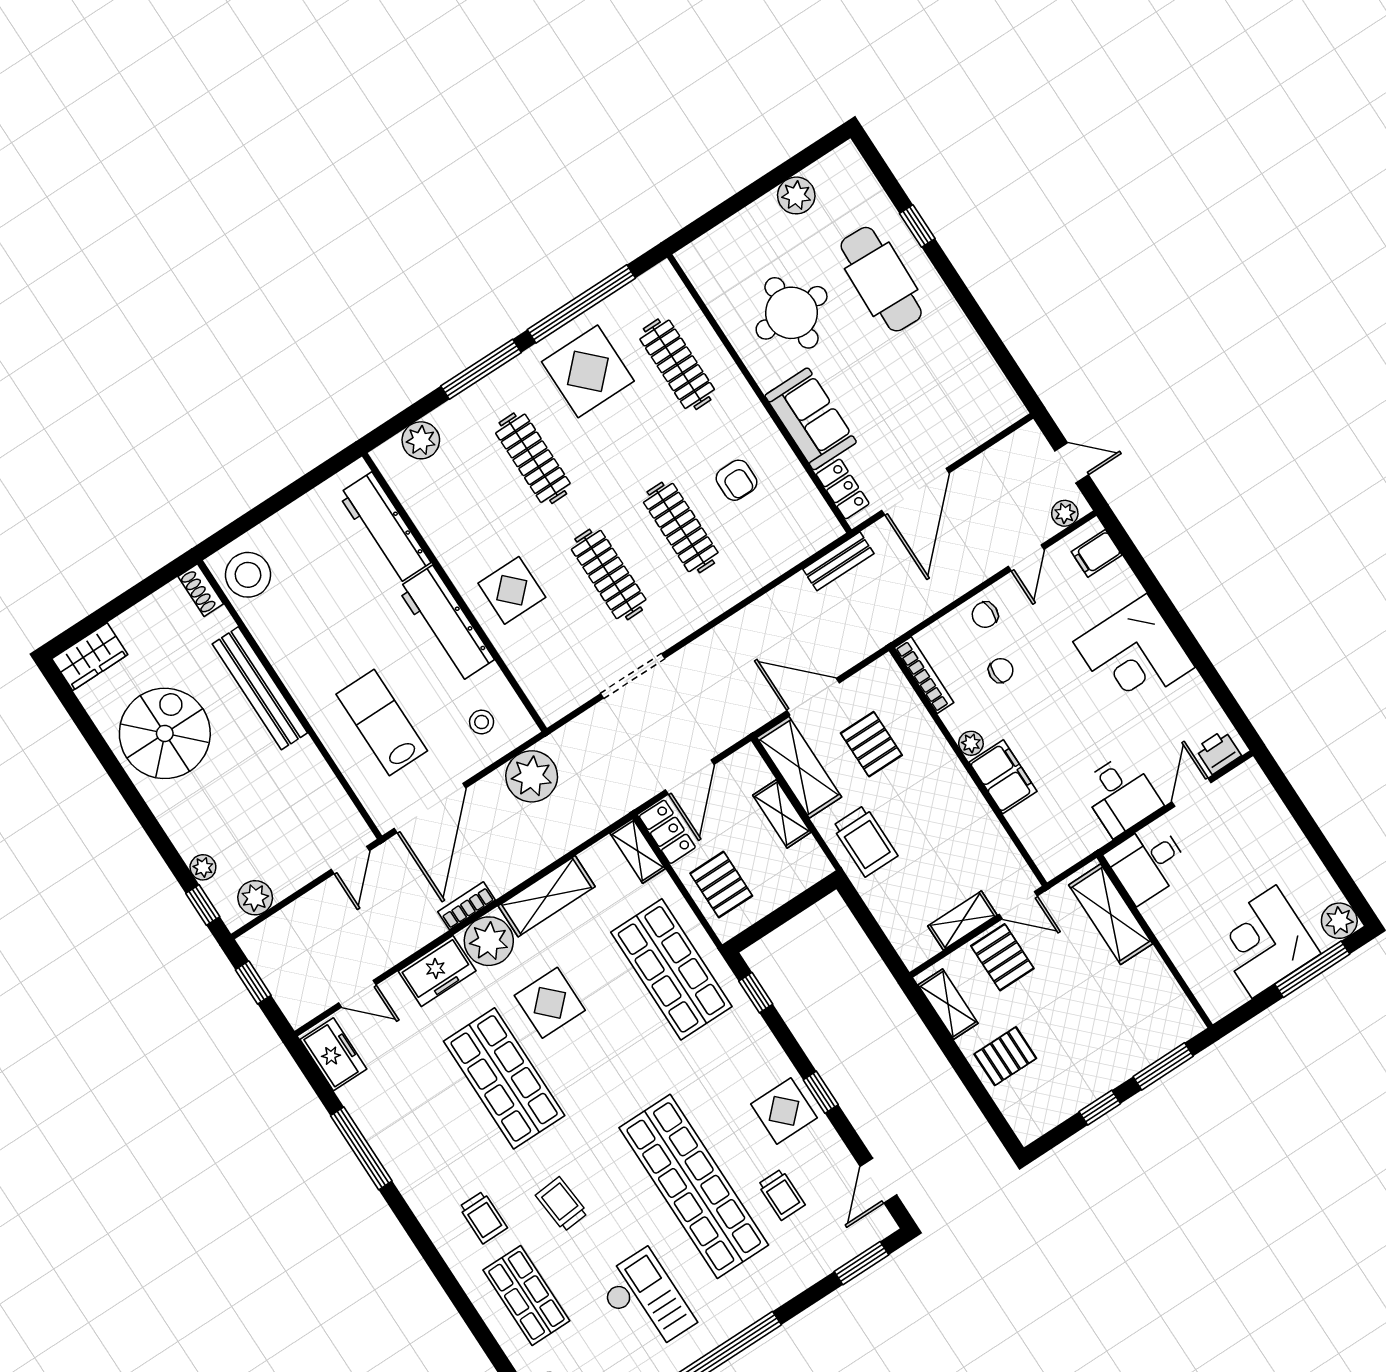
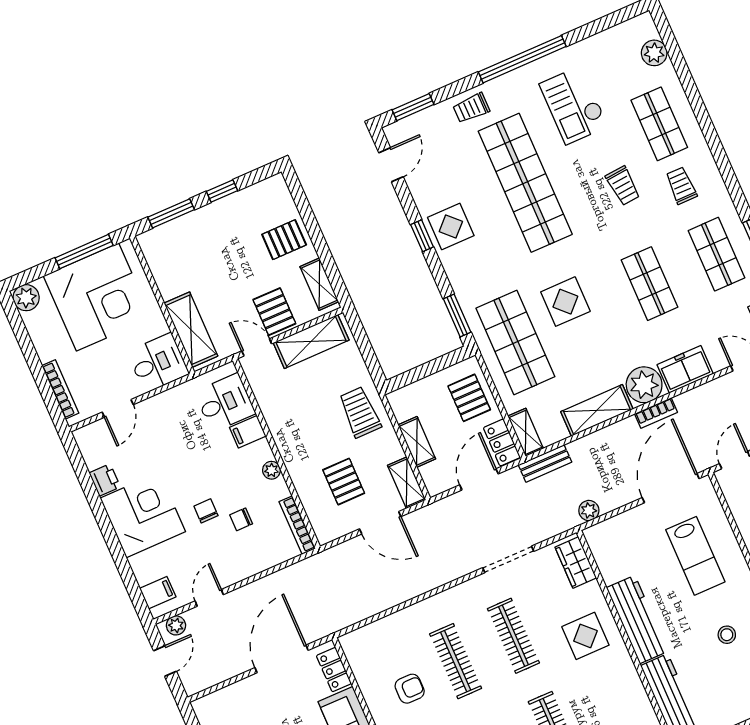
door: (1072, 463) -> (165, 661), swing flipped
armchair: (736, 480) -> (410, 689), turned 90
bench: (838, 561) -> (545, 463), moved
chair: (985, 615) -> (206, 511), moved, turned -90
wardrobe: (541, 687) -> (576, 563), added
stool: (482, 722) -> (727, 635), moved
printer: (1218, 752) -> (105, 480), moved, turned -90
shelving: (799, 767) -> (407, 483), width x0.67, depth x0.75
plant: (532, 776) -> (589, 510), width x0.53, depth x0.53
filing cabinet: (1003, 777) -> (248, 432), width x0.50
desk: (1121, 795) -> (225, 403), moved, turned 90
bookcase: (1273, 805) -> (60, 389), added
shelving: (962, 921) -> (311, 341), width x1.50, depth x1.33
corner desk: (1264, 942) -> (97, 297), width x1.36, depth x1.36
window: (1312, 969) -> (84, 252), moved
window: (756, 993) -> (457, 316), width x1.50
display table: (550, 1003) -> (565, 302), moved
shop shelf: (504, 1078) -> (649, 284), width x0.70, depth x0.74
shop shelf: (420, 1133) -> (717, 254), added
trolley: (781, 1195) -> (471, 108), moved, turned -90

